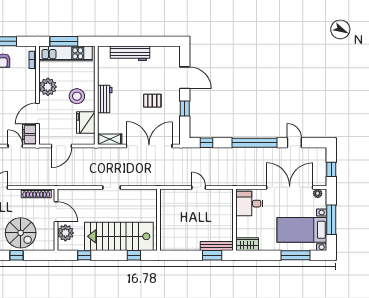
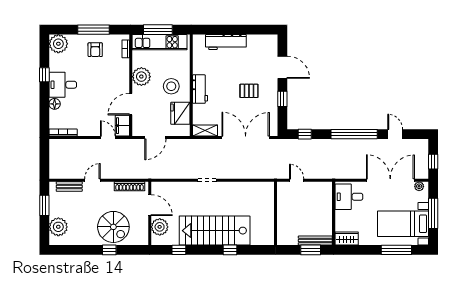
wall: (158, 220) -> (275, 213), moved

